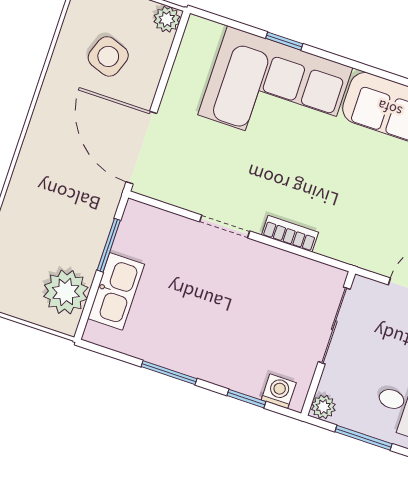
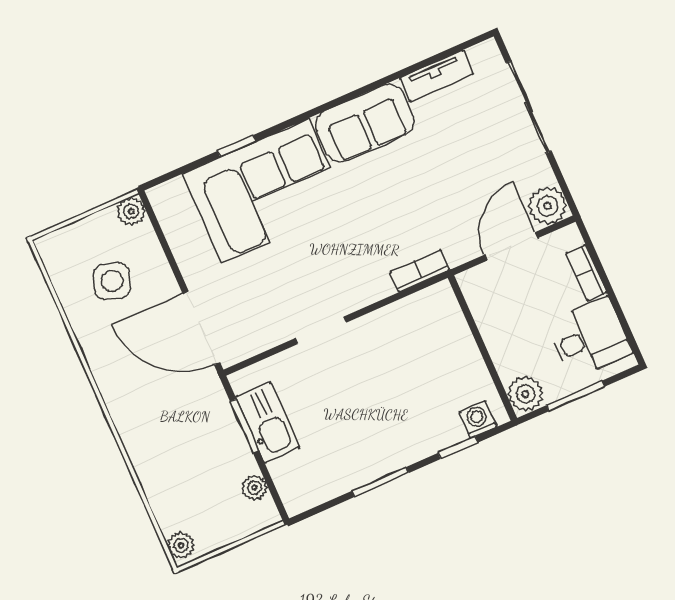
bookcase: (290, 234) -> (420, 271), moved
kitchen sink: (116, 291) -> (268, 422), moved
plant: (66, 292) -> (254, 488), width x0.53, depth x0.53
sliding door: (334, 325) -> (474, 330), removed
plant: (323, 407) -> (525, 394), width x1.38, depth x1.38

